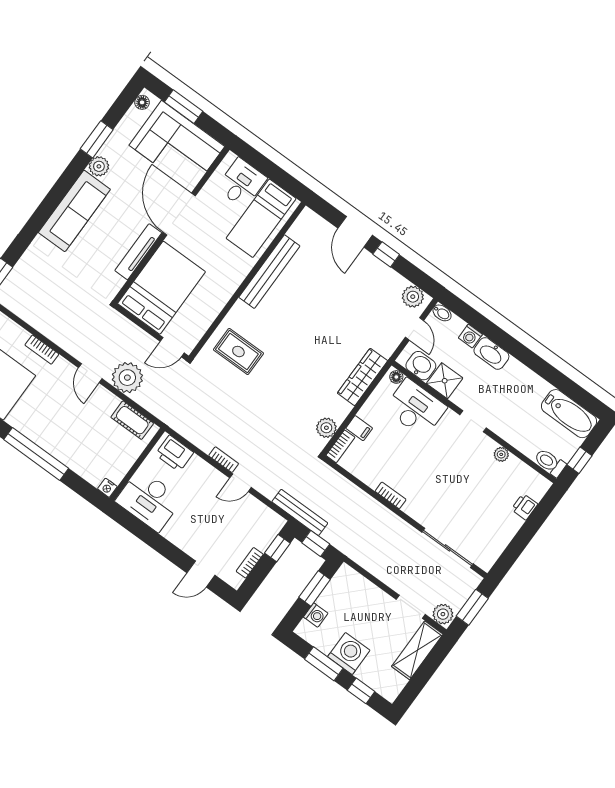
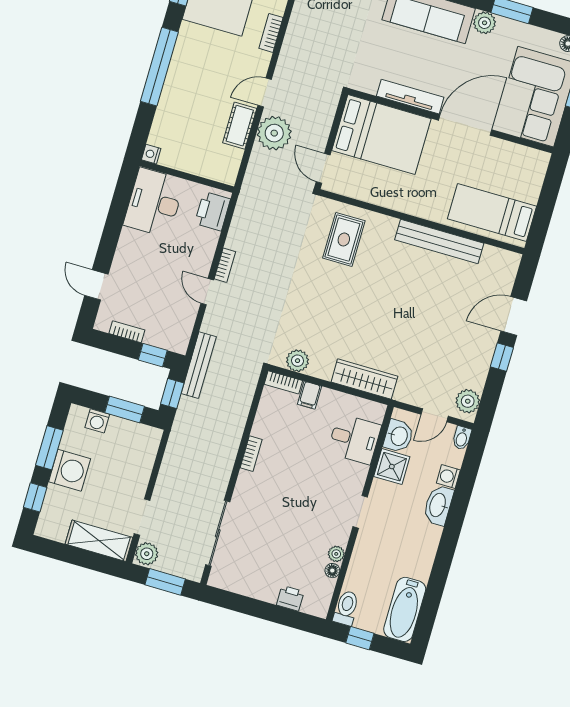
desk: (242, 183) -> (521, 179), removed
floor lamp: (396, 377) -> (332, 571), moved
desk: (416, 408) -> (354, 439), width x0.73
cot: (132, 420) -> (240, 126), moved

